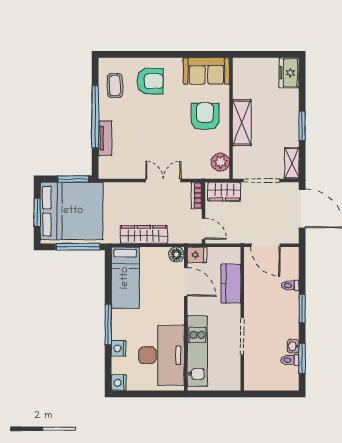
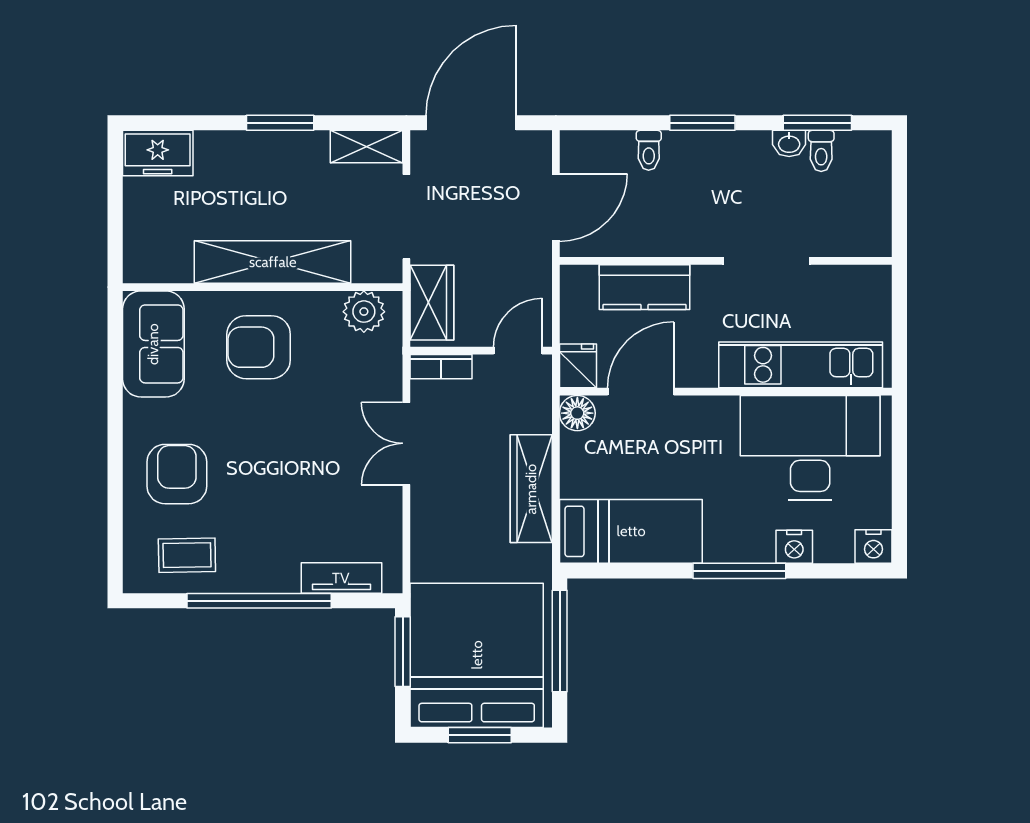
shelving: (242, 123) -> (273, 262), width x1.47
tv unit: (105, 138) -> (341, 578), moved

